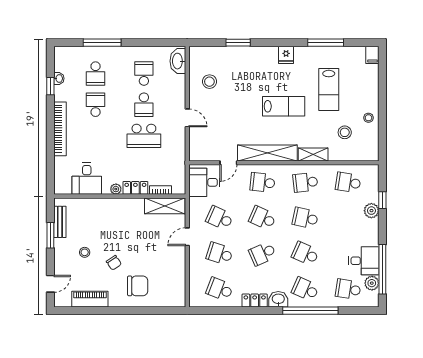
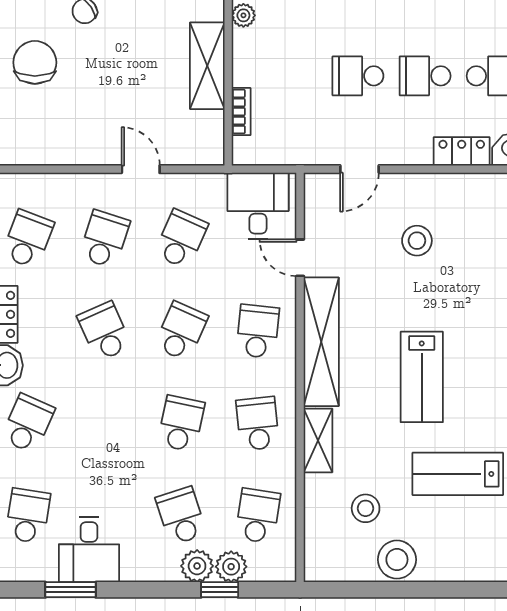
stool: (209, 82) -> (417, 241), moved
door: (187, 118) -> (360, 169), moved
stool: (368, 118) -> (397, 560), width x1.89, depth x1.89
school desk: (144, 136) -> (358, 76), width x0.54
locker: (135, 188) -> (462, 151), moved, turned -90
shelving: (165, 206) -> (207, 66), moved
school desk: (305, 254) -> (181, 516), moved, turned -42
window: (382, 269) -> (71, 590), width x0.47
plant: (372, 283) -> (231, 567), moved
chair: (138, 286) -> (35, 62), turned 180

